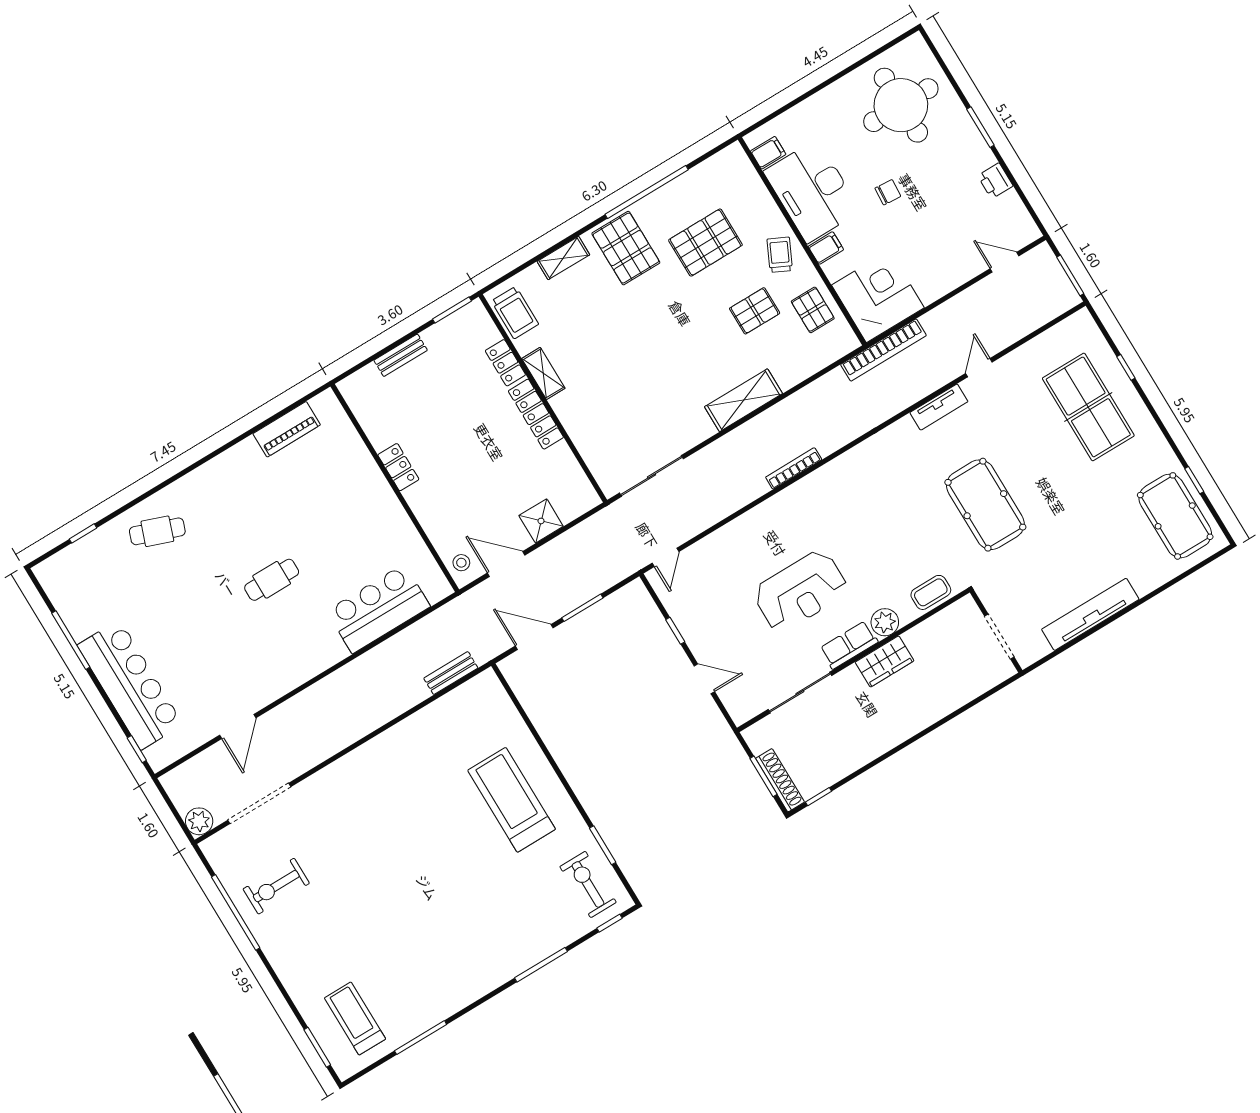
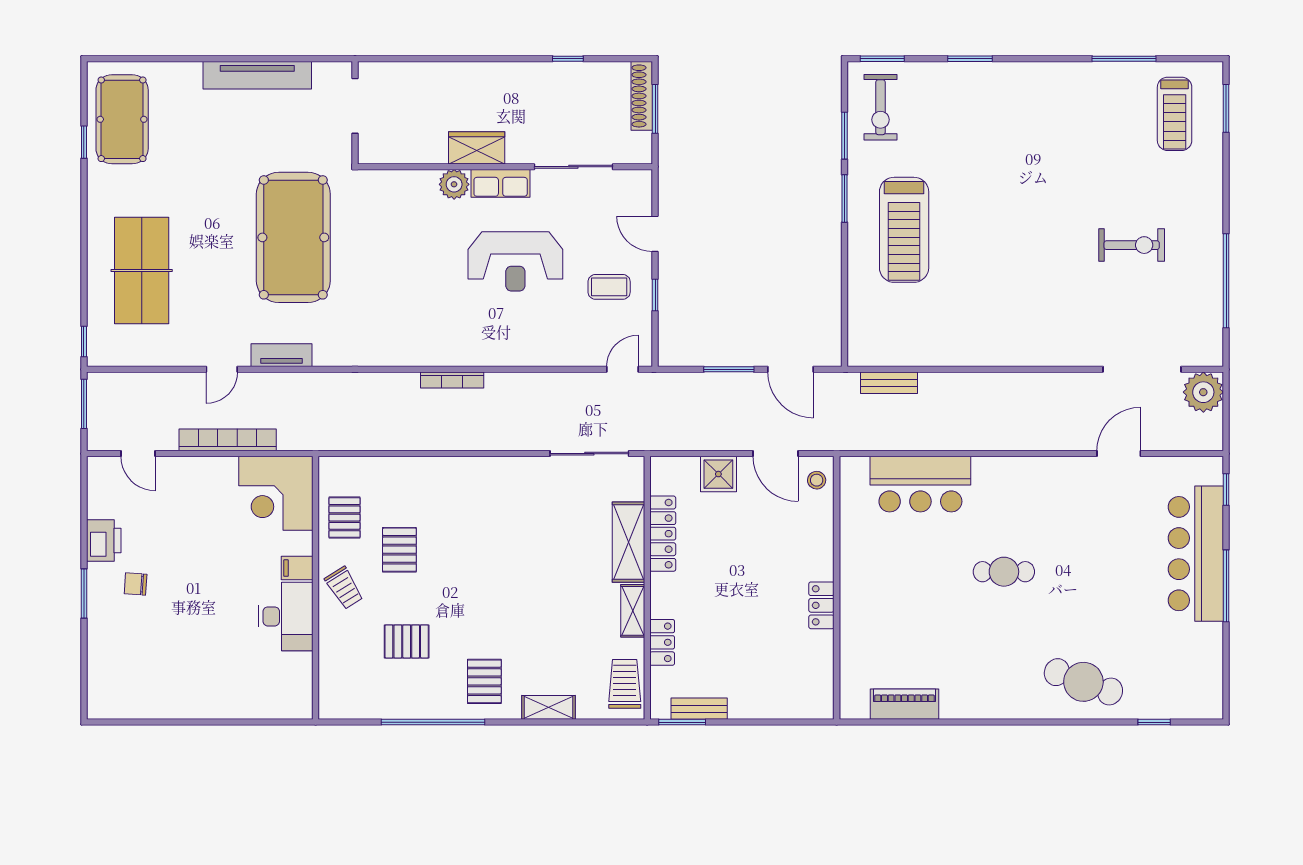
round table: (901, 105) -> (146, 659), removed
filing cabinet: (768, 153) -> (297, 690), removed
printer: (995, 181) -> (104, 540), width x1.36, depth x1.24
desk: (812, 191) -> (286, 616), width x0.73, depth x0.77
chair: (888, 192) -> (136, 584), moved
pallet: (705, 243) -> (407, 641), width x0.67, depth x0.71
pallet: (626, 248) -> (484, 681), width x0.67, depth x0.71
trolley: (780, 255) -> (344, 588), turned -58
pallet: (755, 311) -> (399, 550), turned 90
bookcase: (883, 350) -> (228, 440), moved
bench: (401, 355) -> (699, 709), moved
window: (1126, 367) -> (84, 342), moved
shelving: (743, 400) -> (628, 542), moved, turned 90
locker: (536, 414) -> (663, 534), moved
pool table: (985, 505) -> (293, 237), width x1.36, depth x1.32
cafe table: (157, 531) -> (1083, 682), width x1.37, depth x1.35
reception desk: (800, 591) -> (515, 261), turned 180
coffee table: (931, 592) -> (609, 287), moved
window: (71, 640) -> (1226, 586), moved
window: (573, 796) -> (845, 198), added
window: (818, 797) -> (568, 59), moved
plant: (199, 821) -> (1203, 392), width x1.36, depth x1.36
exercise bike: (276, 886) -> (1132, 245), moved
window: (610, 923) -> (882, 59), width x1.50
window: (541, 965) -> (970, 59), width x0.69

